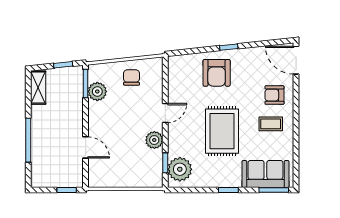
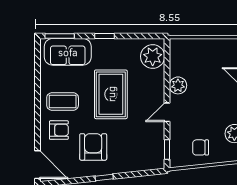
armchair: (217, 73) -> (93, 147), moved
chair: (131, 77) -> (201, 147), turned 90
coffee table: (271, 124) -> (63, 101), width x1.36, depth x1.30
window: (165, 163) -> (167, 150), moved

